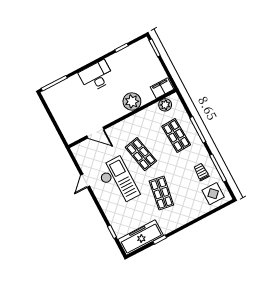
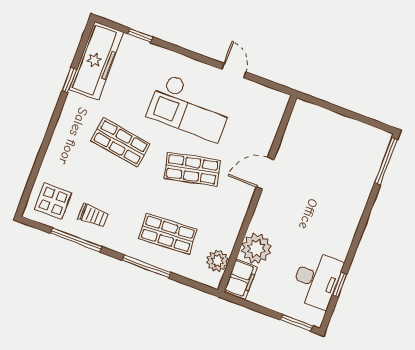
desk: (96, 76) -> (317, 280), moved
plant: (132, 102) -> (256, 248), moved
door: (95, 133) -> (265, 173), moved

